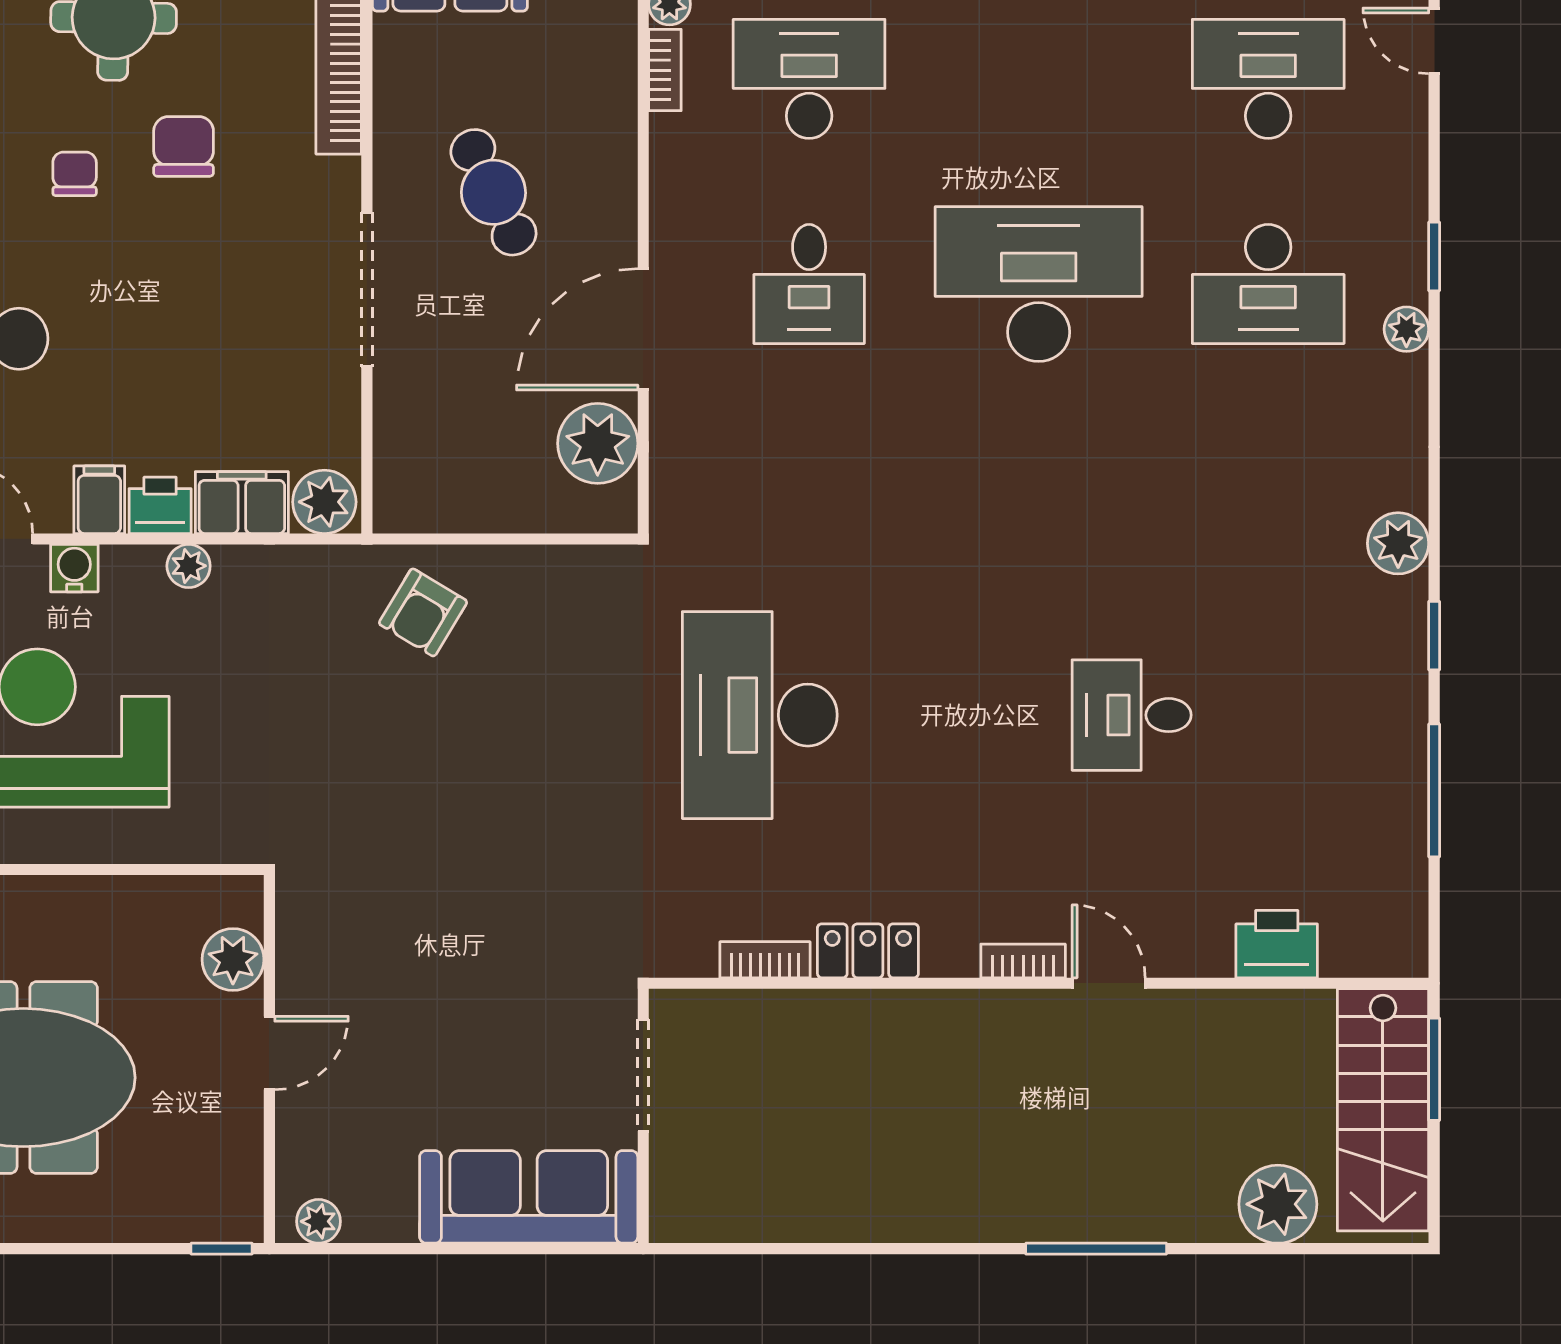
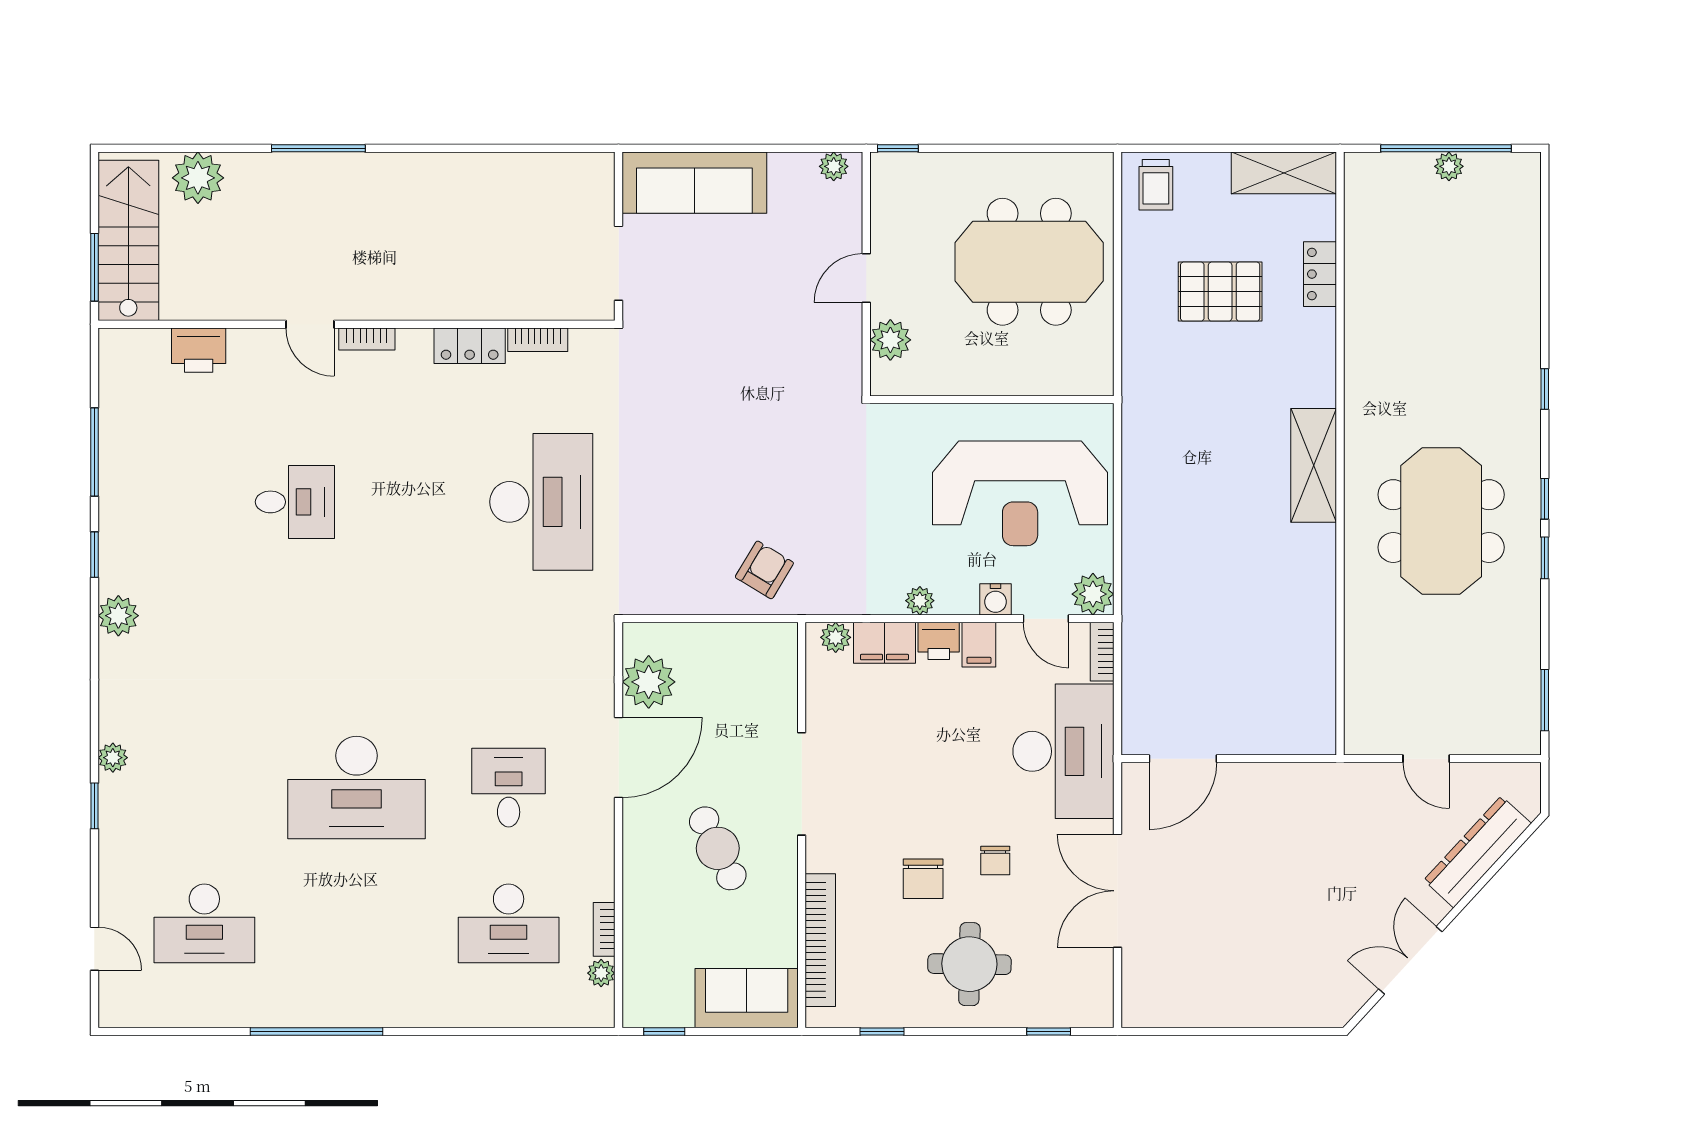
desk: (1268, 284) -> (204, 788), removed
plant: (324, 502) -> (836, 637), width x0.73, depth x0.73

